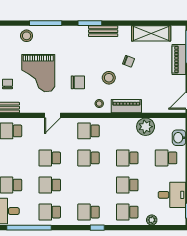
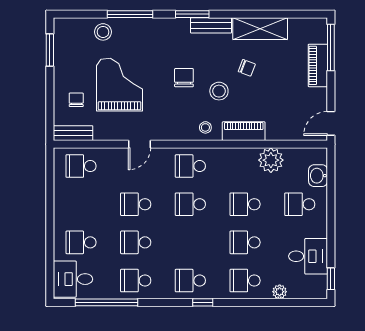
shelving: (151, 33) -> (260, 29), moved
grand piano: (38, 73) -> (119, 85), turned 180
chair: (78, 82) -> (184, 78), moved, turned -90

